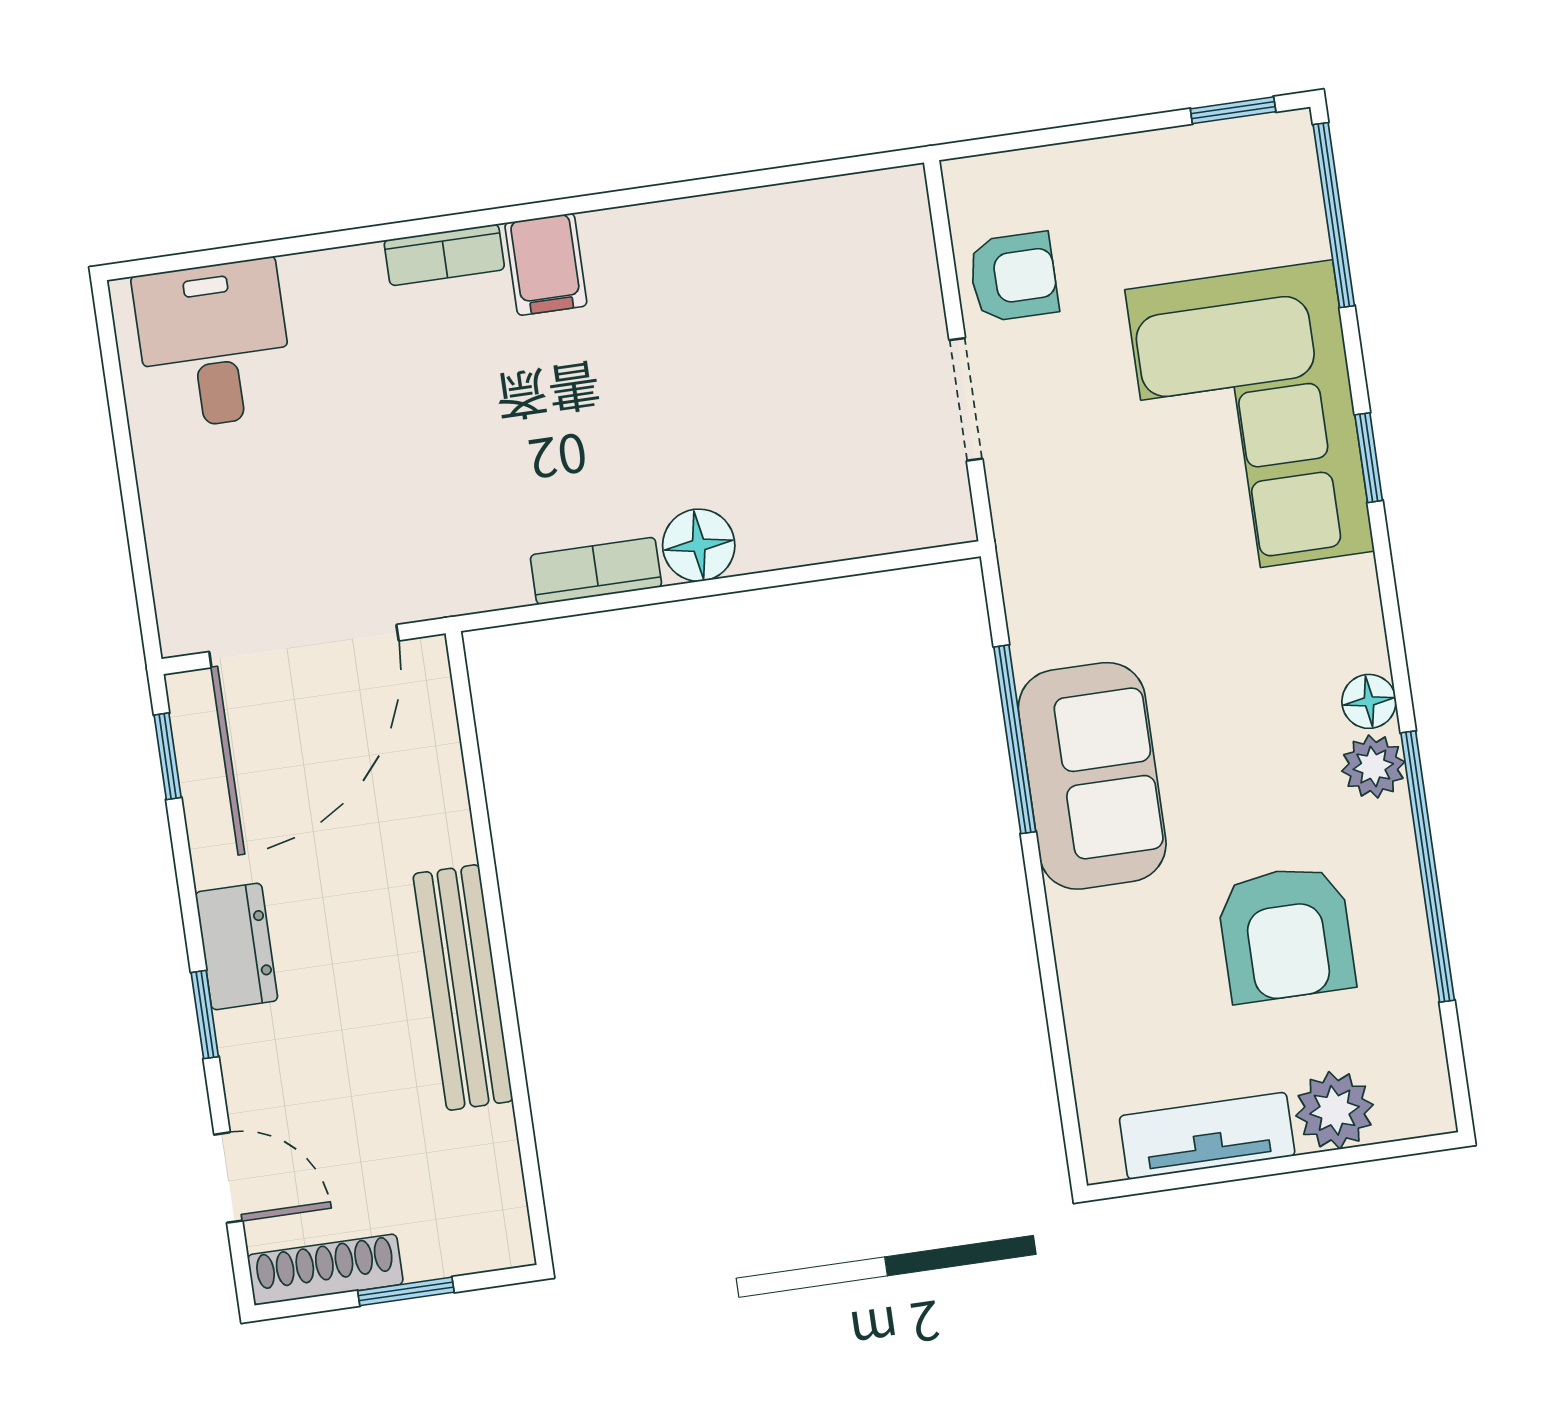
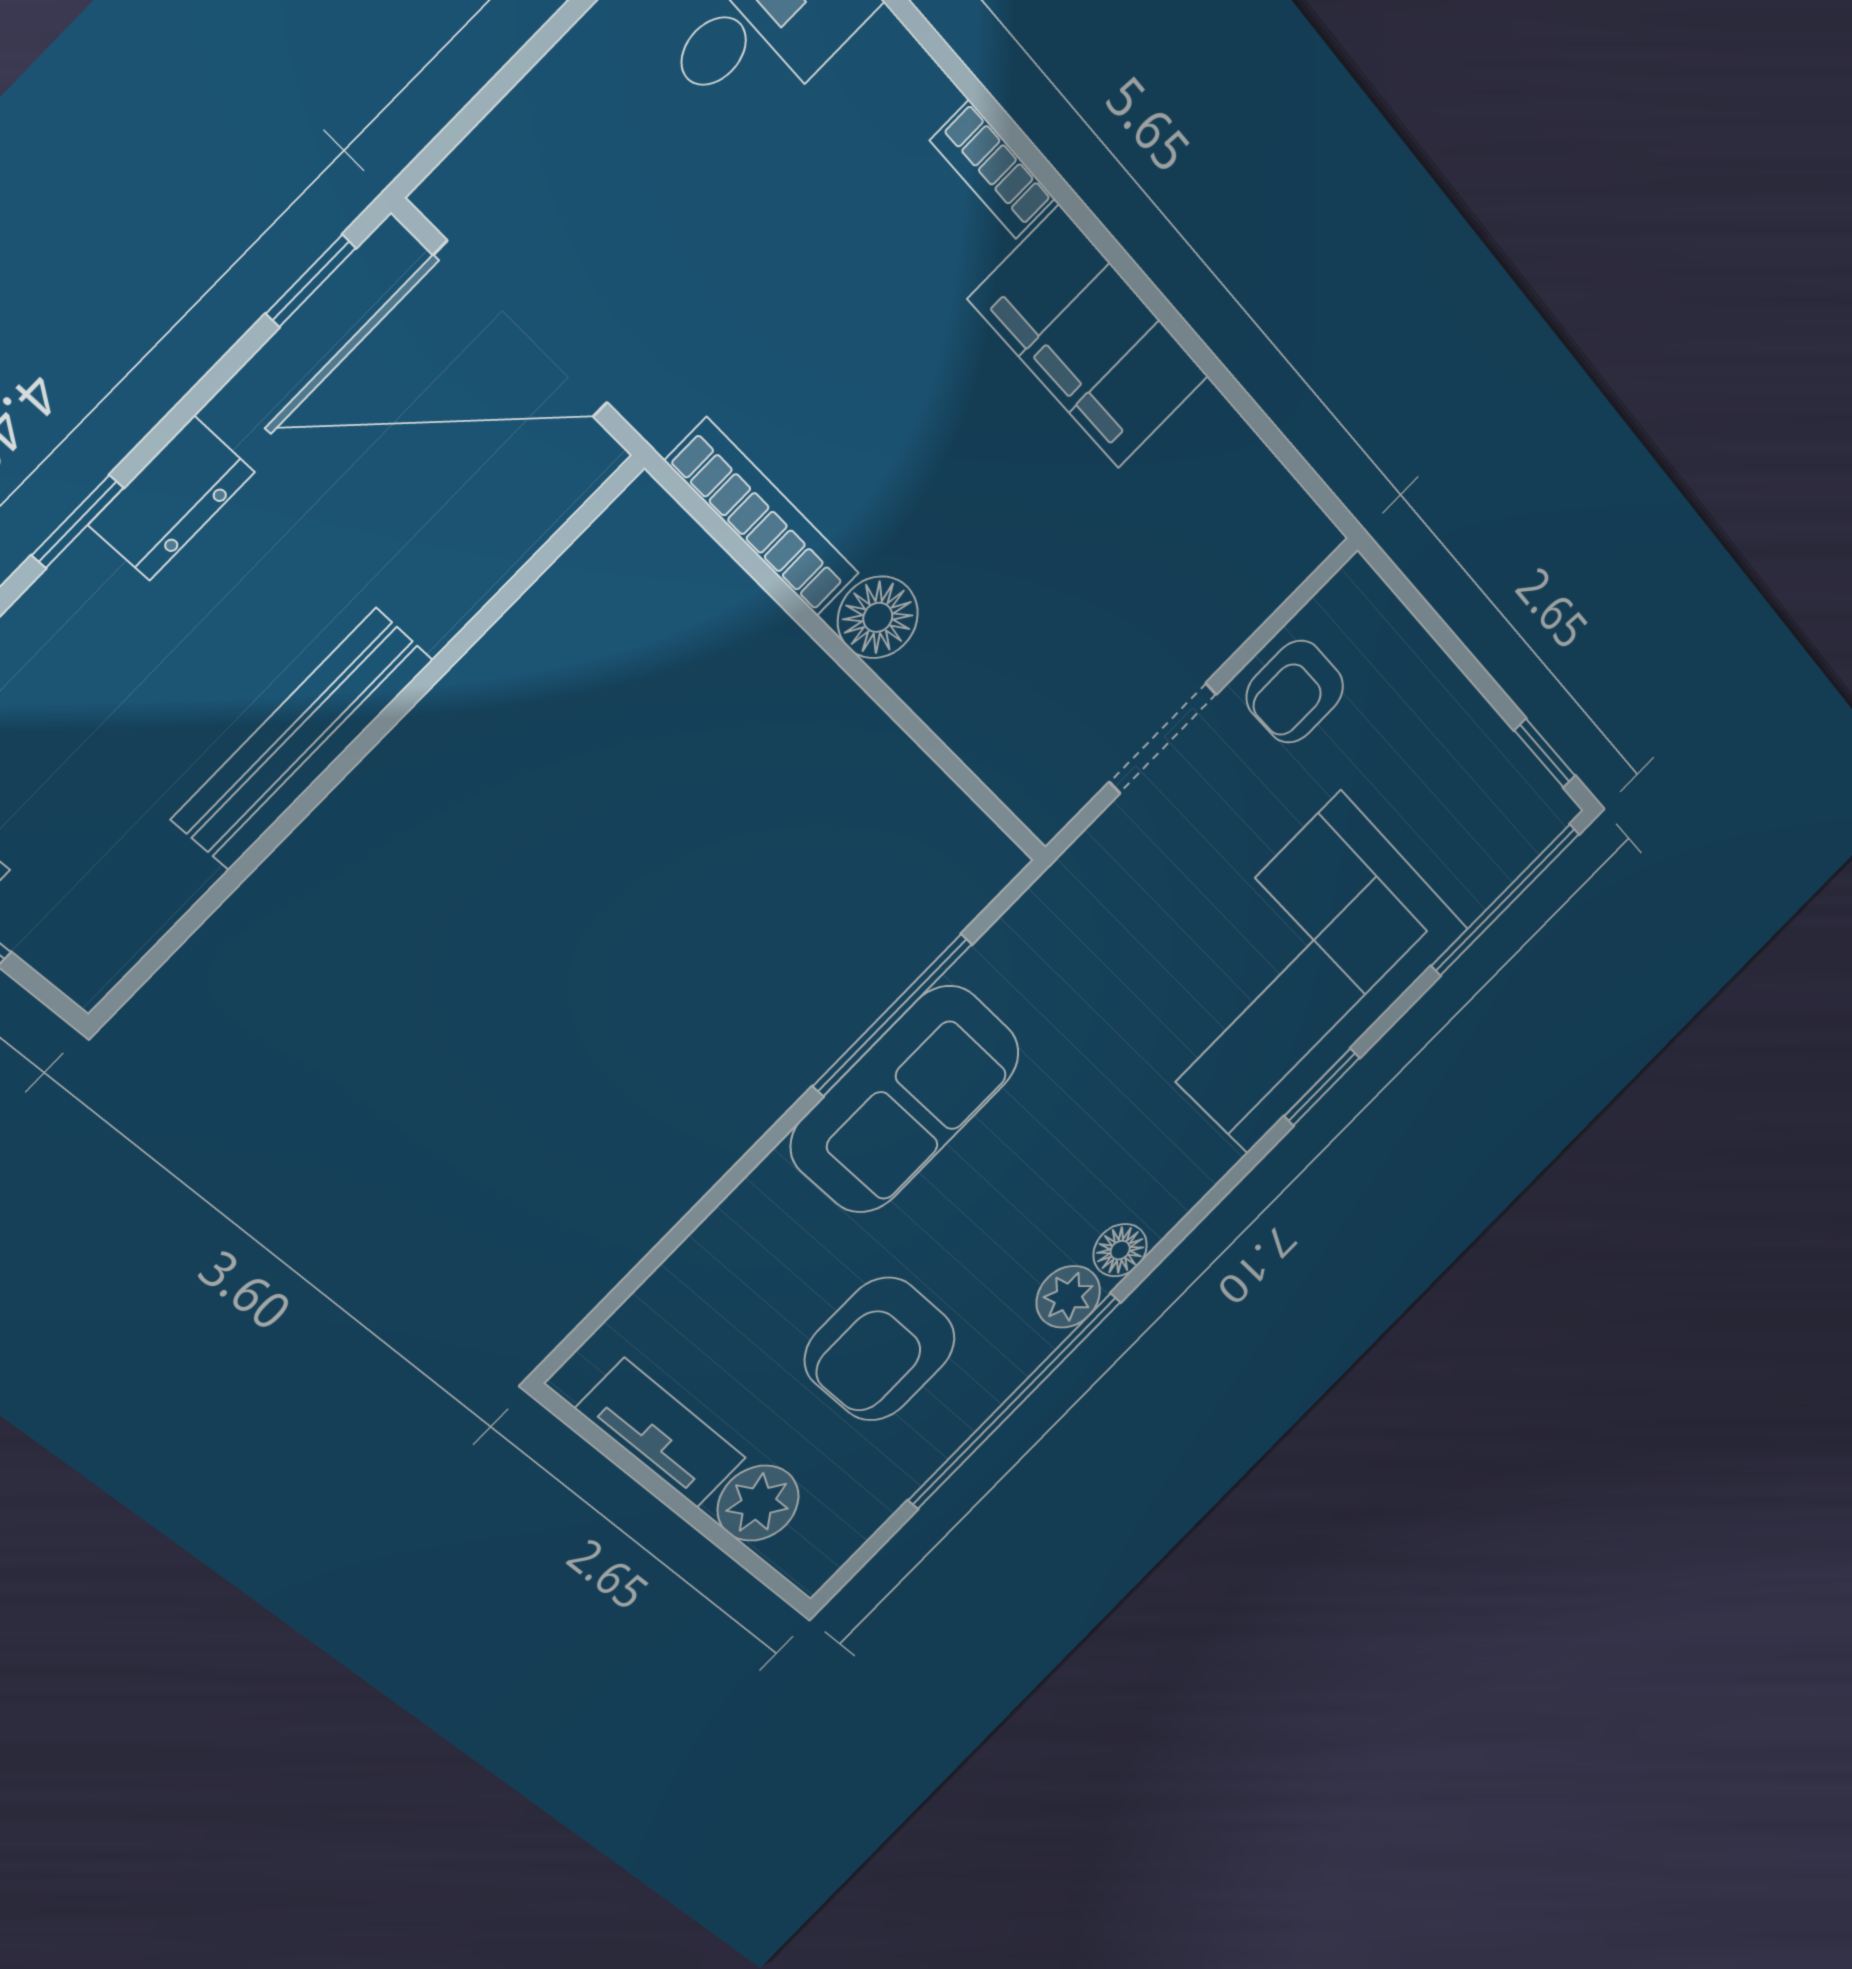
filing cabinet: (546, 264) -> (1089, 338), width x3.00, depth x1.17
armchair: (1013, 277) -> (1295, 692), turned 90
bookcase: (596, 571) -> (763, 518), width x1.56

